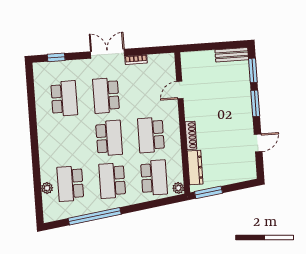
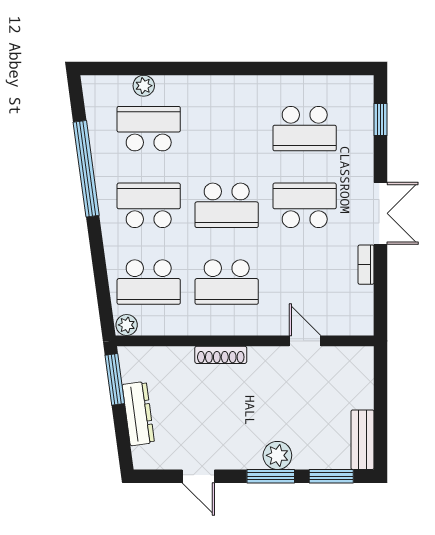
plant: (244, 101) -> (277, 455), added
school desk: (151, 135) -> (227, 282), turned 180
dresser: (195, 168) -> (138, 414), moved, turned -98

